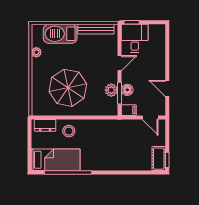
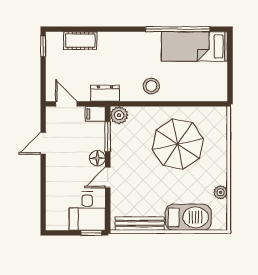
door: (167, 88) -> (43, 143), swing flipped
plant: (111, 90) -> (119, 115), moved
floor lamp: (127, 90) -> (97, 158), moved
dresser: (45, 125) -> (105, 93), moved
stool: (69, 131) -> (151, 86), moved
cot: (159, 159) -> (80, 41), moved, turned 90

